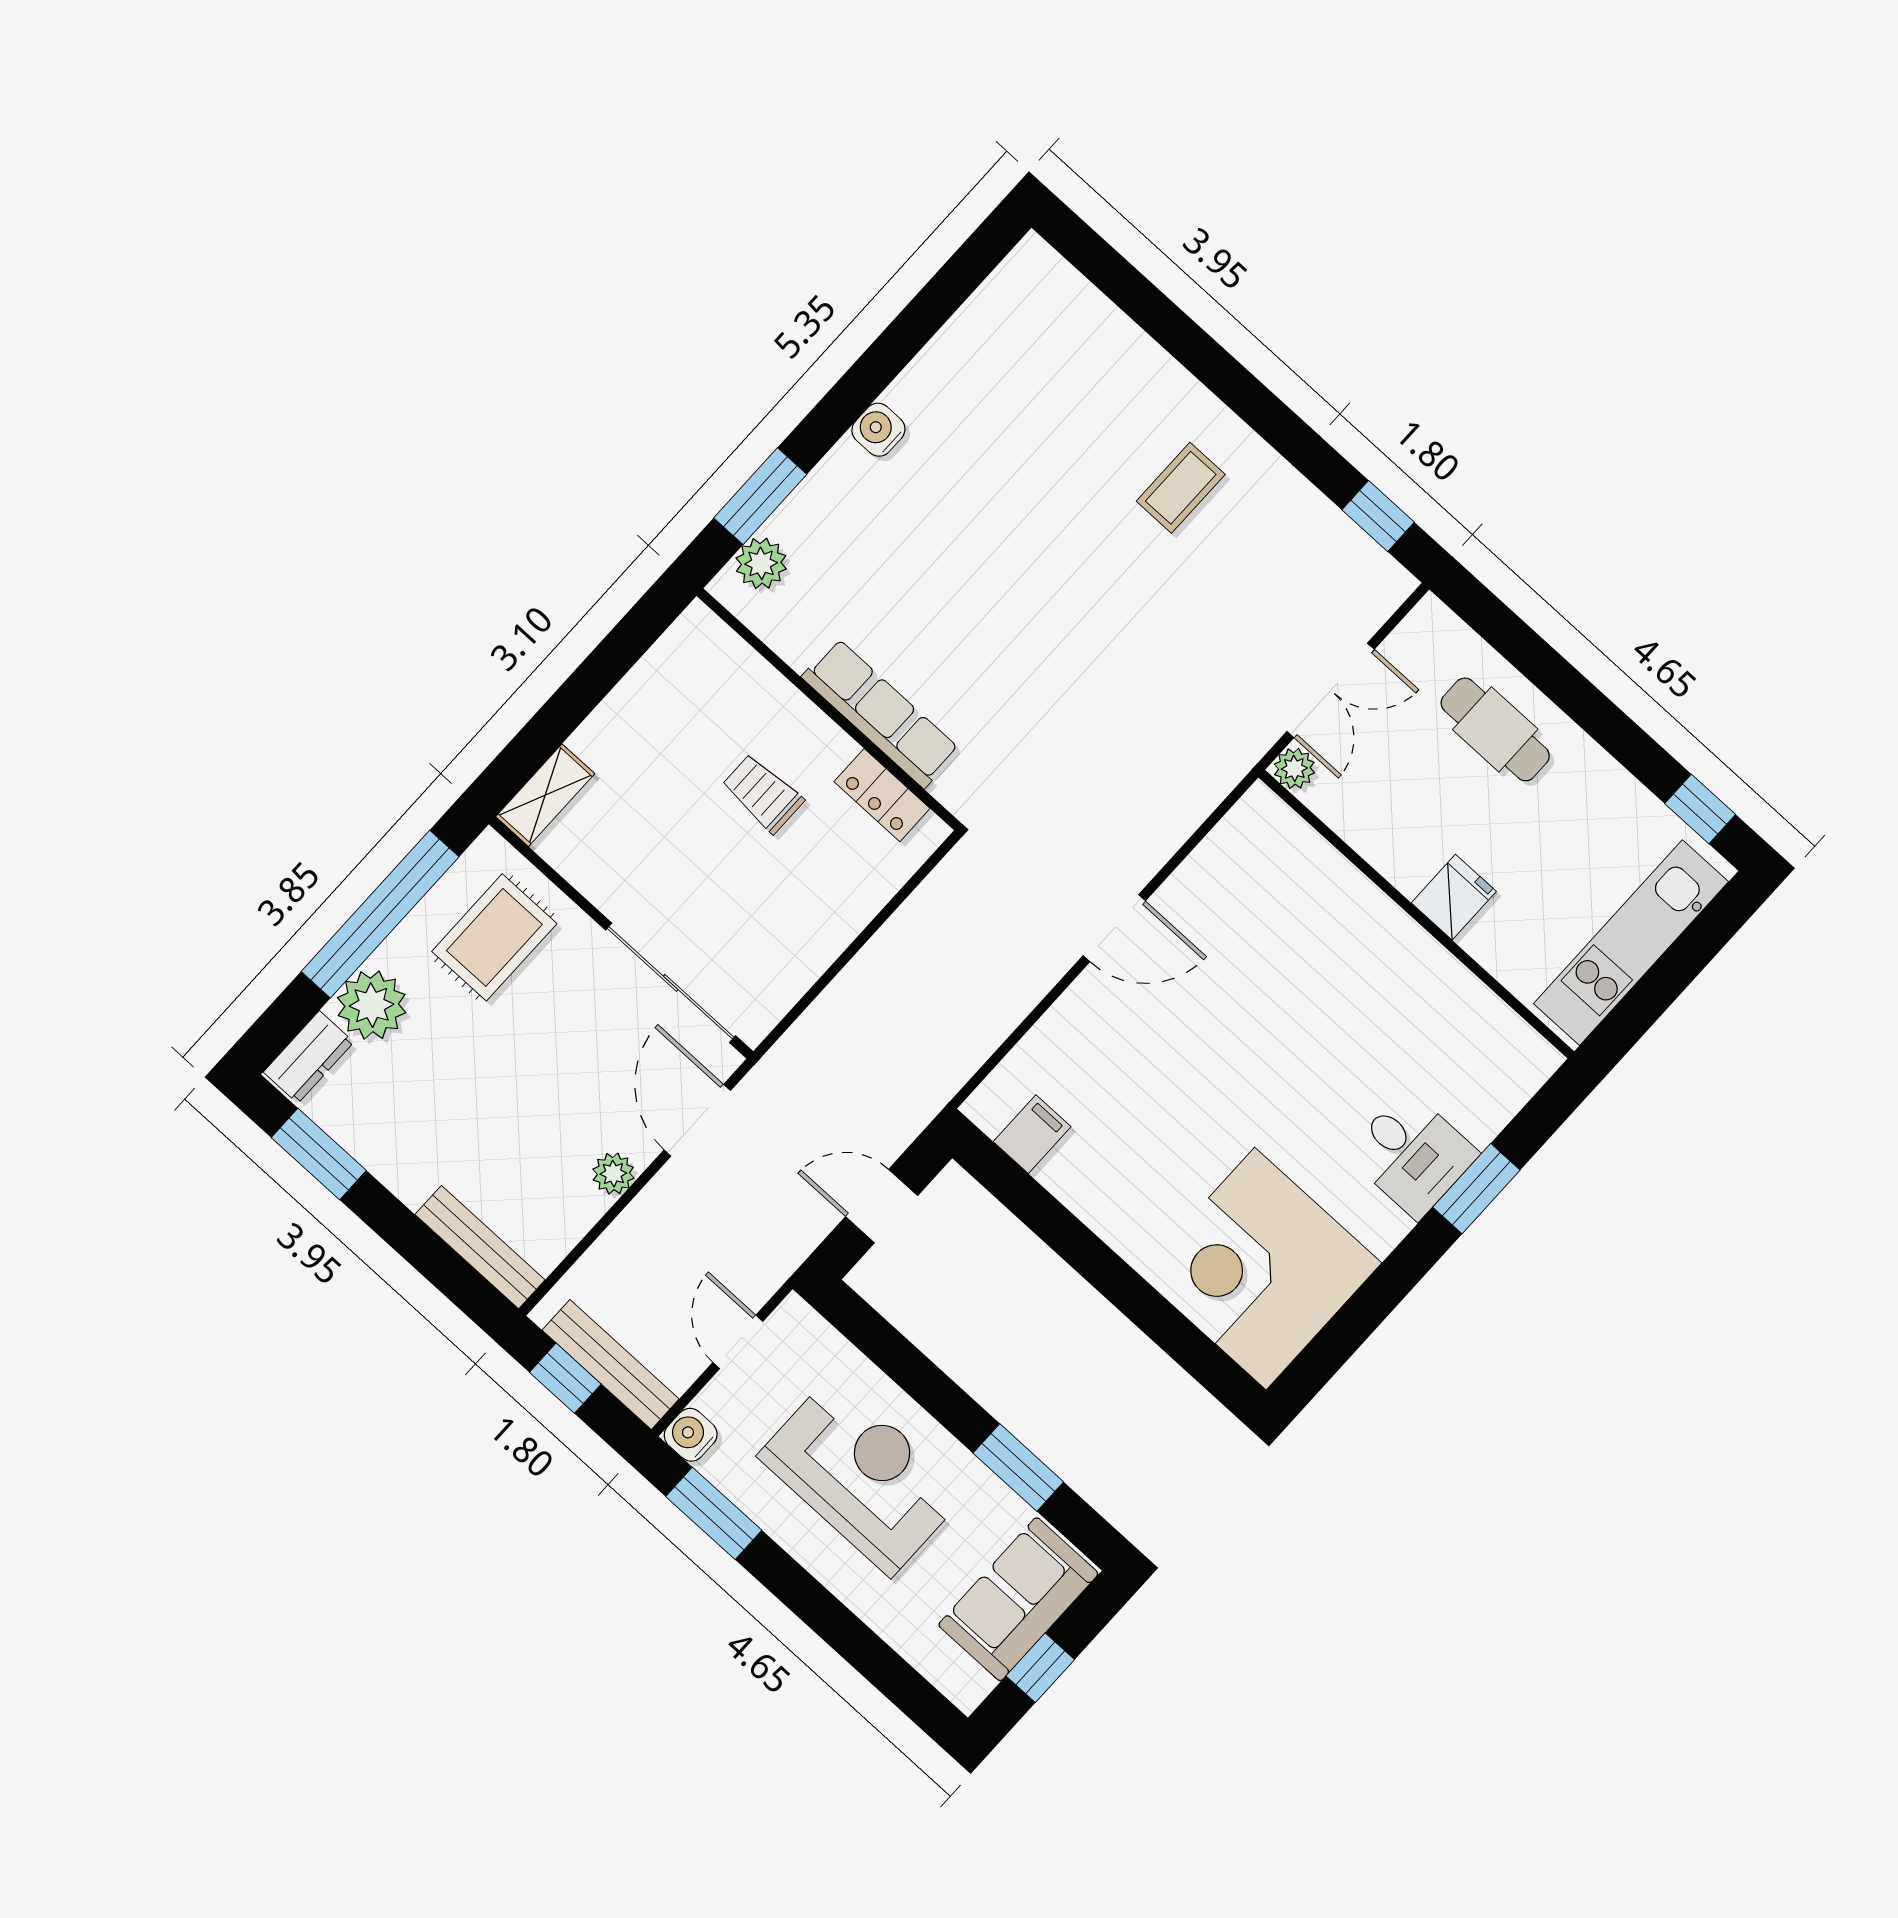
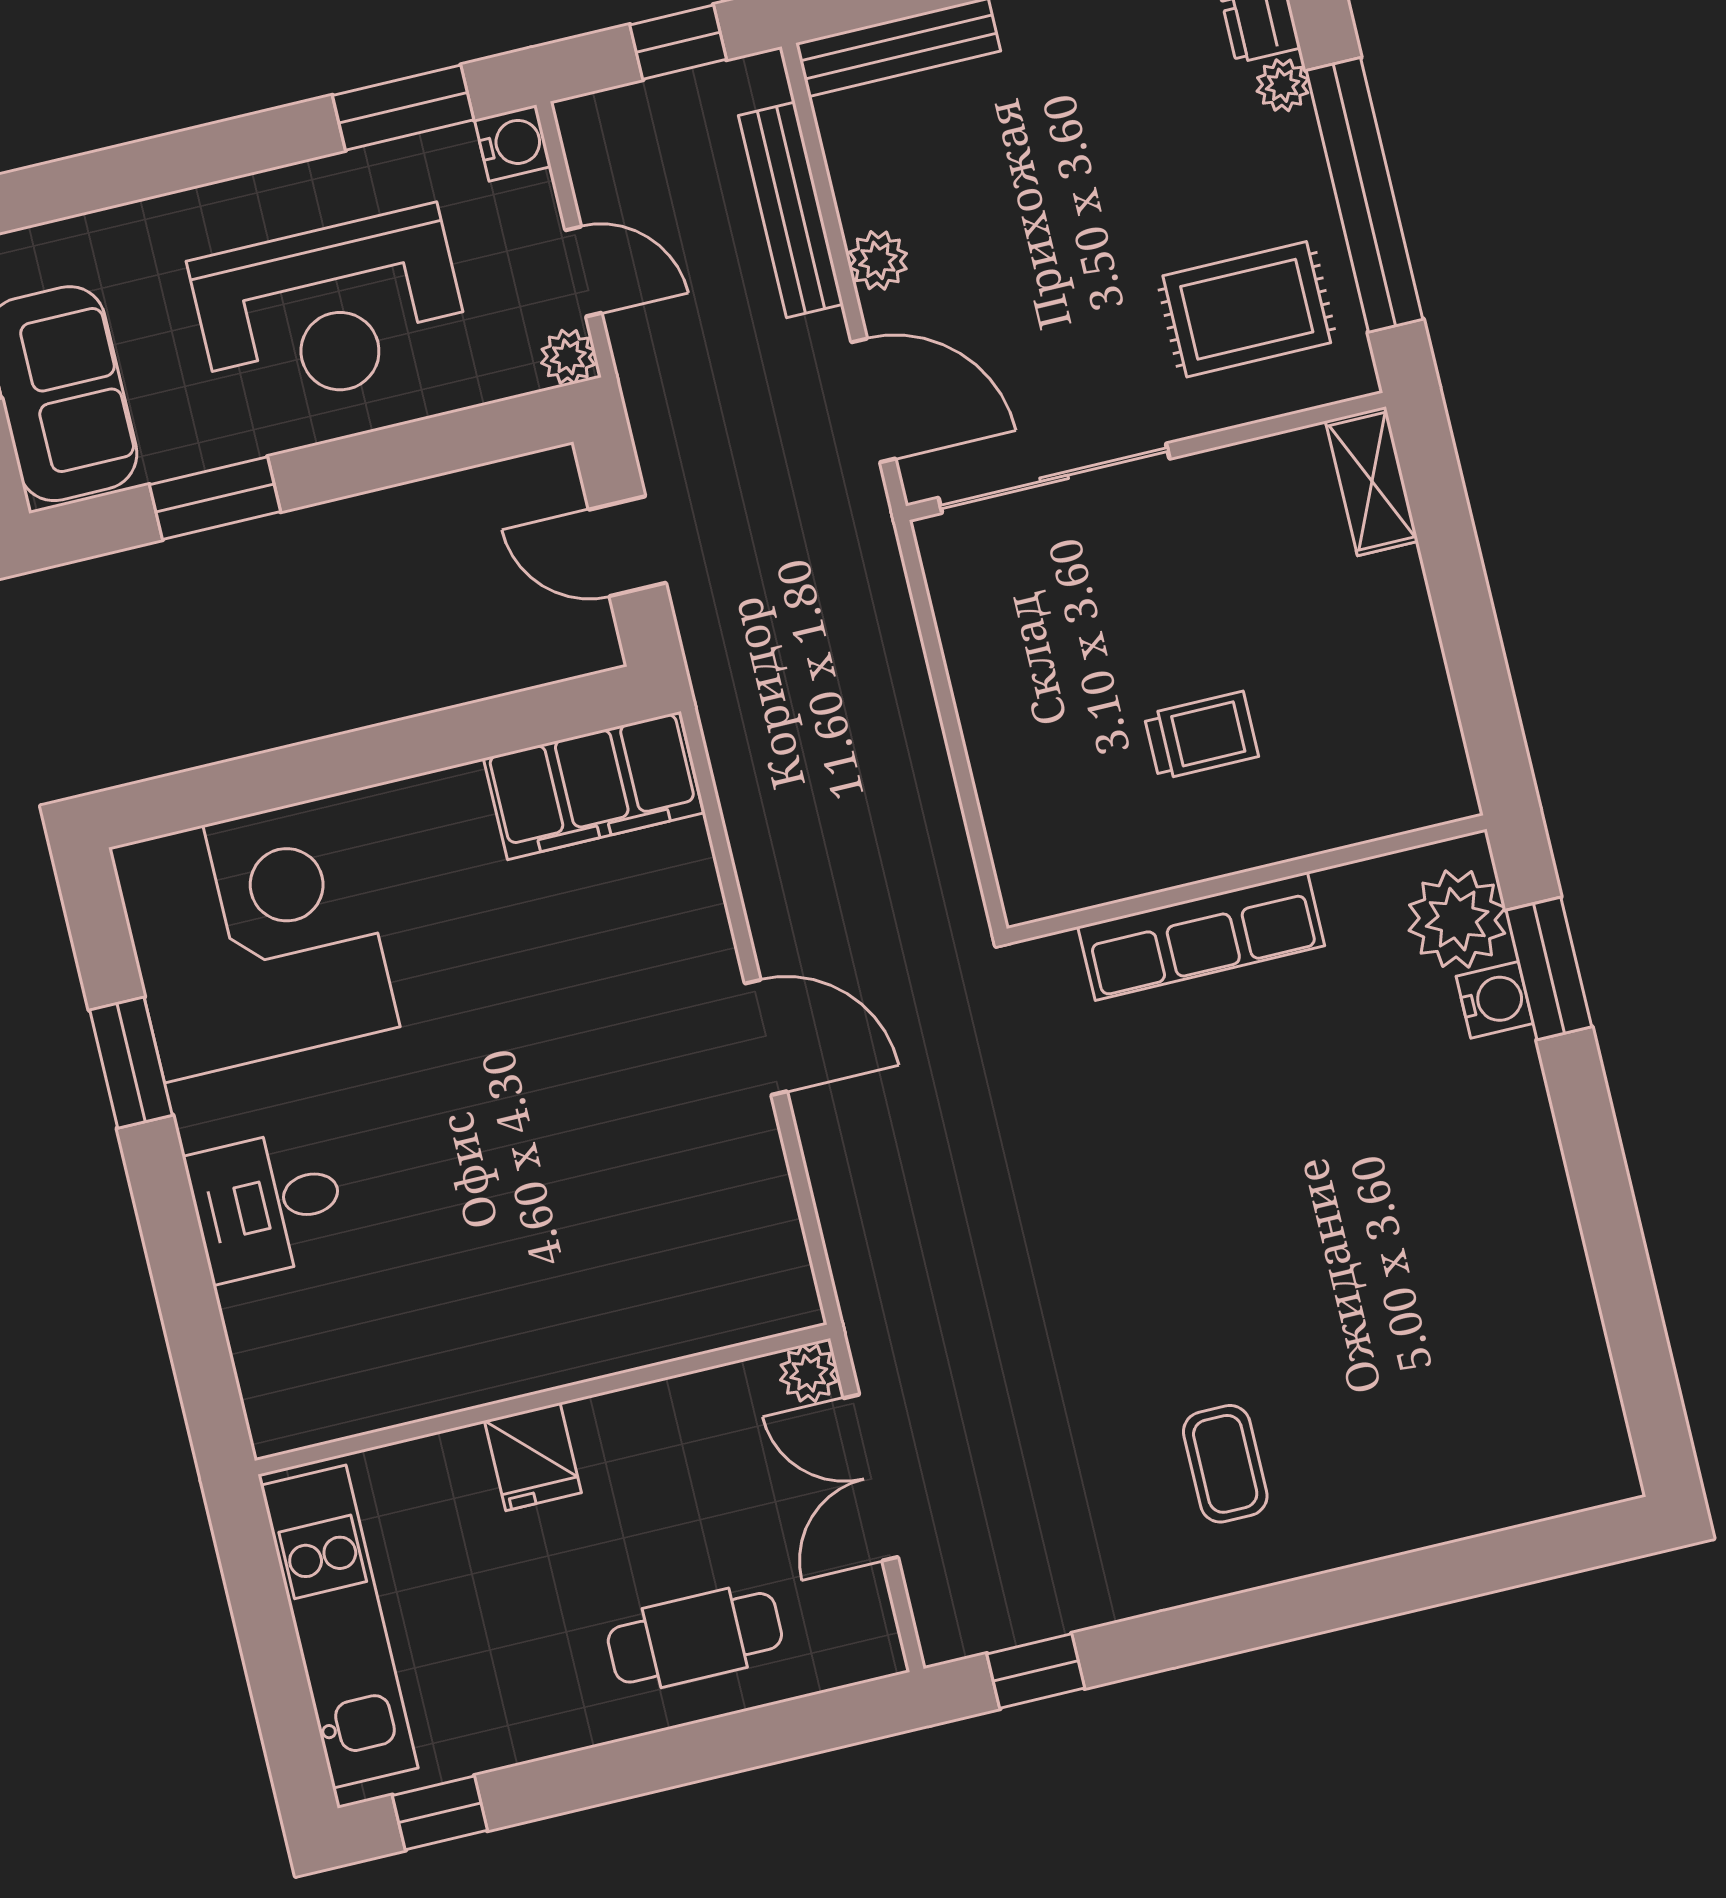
water cooler: (878, 430) -> (1495, 1000), moved
plant: (761, 563) -> (1457, 919), width x1.36, depth x1.36
locker: (882, 795) -> (1105, 873), removed
door: (1114, 928) -> (766, 1037), swing flipped
rug: (494, 937) -> (1247, 309), turned 90
plant: (372, 1005) -> (1283, 85), width x0.53, depth x0.53
filing cabinet: (1032, 1134) -> (593, 786), width x3.00, depth x1.17
window: (1476, 1189) -> (131, 1063), moved
door: (882, 1206) -> (627, 546), swing flipped
plant: (794, 1317) -> (568, 357), added
bench: (611, 1365) -> (791, 210), moved, turned 90

